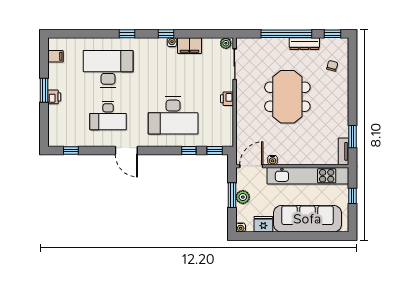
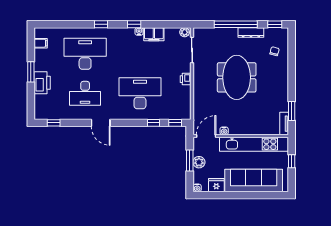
printer: (54, 97) -> (42, 83), width x1.87, depth x1.48
desk: (173, 116) -> (140, 93), turned 180

